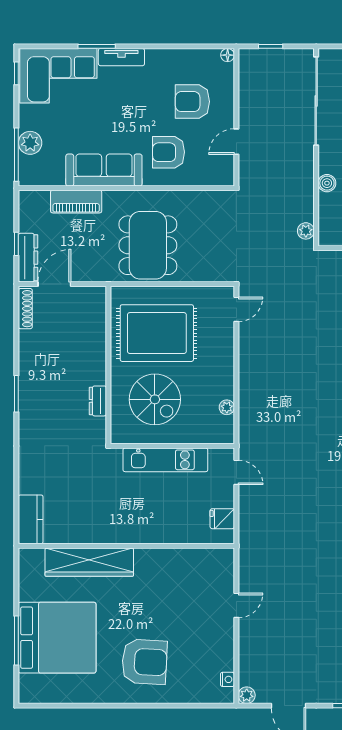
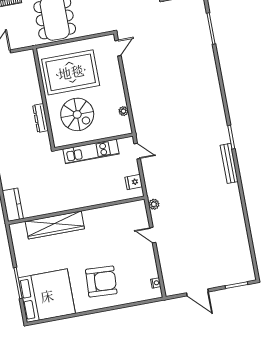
dresser: (98, 401) -> (41, 118), width x1.44
door: (236, 605) -> (153, 235), swing flipped
bed: (57, 638) -> (47, 296), moved
plant: (247, 695) -> (154, 204), moved

